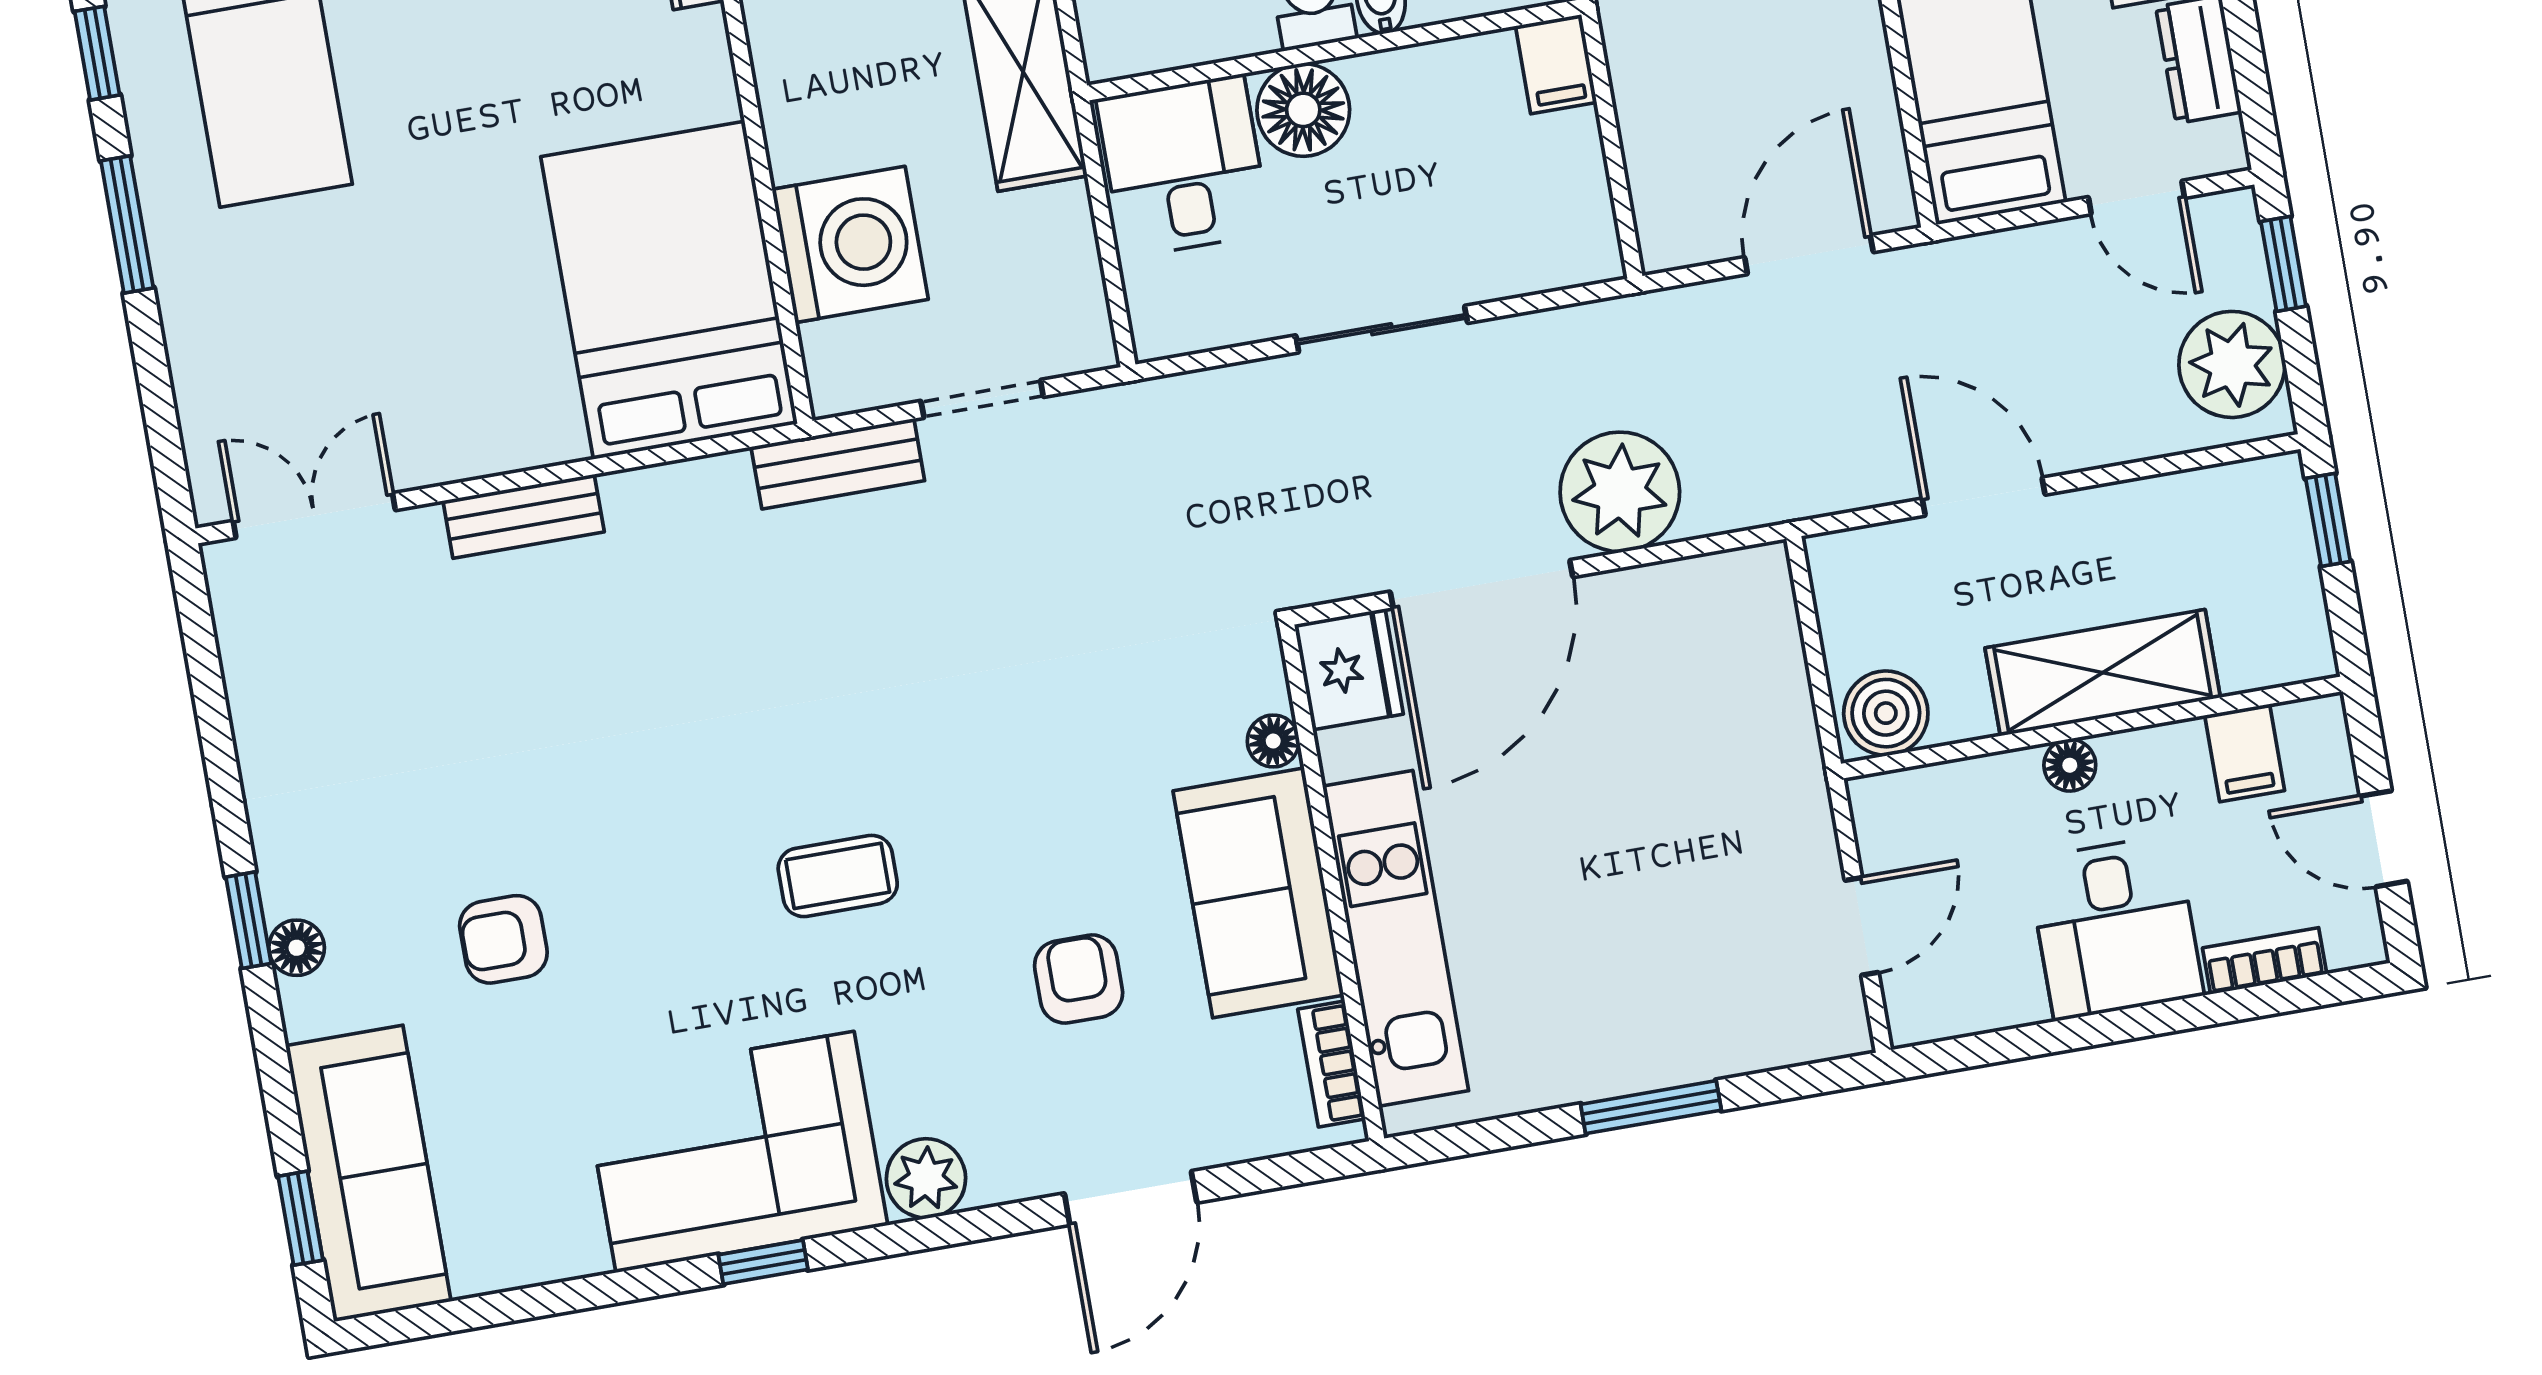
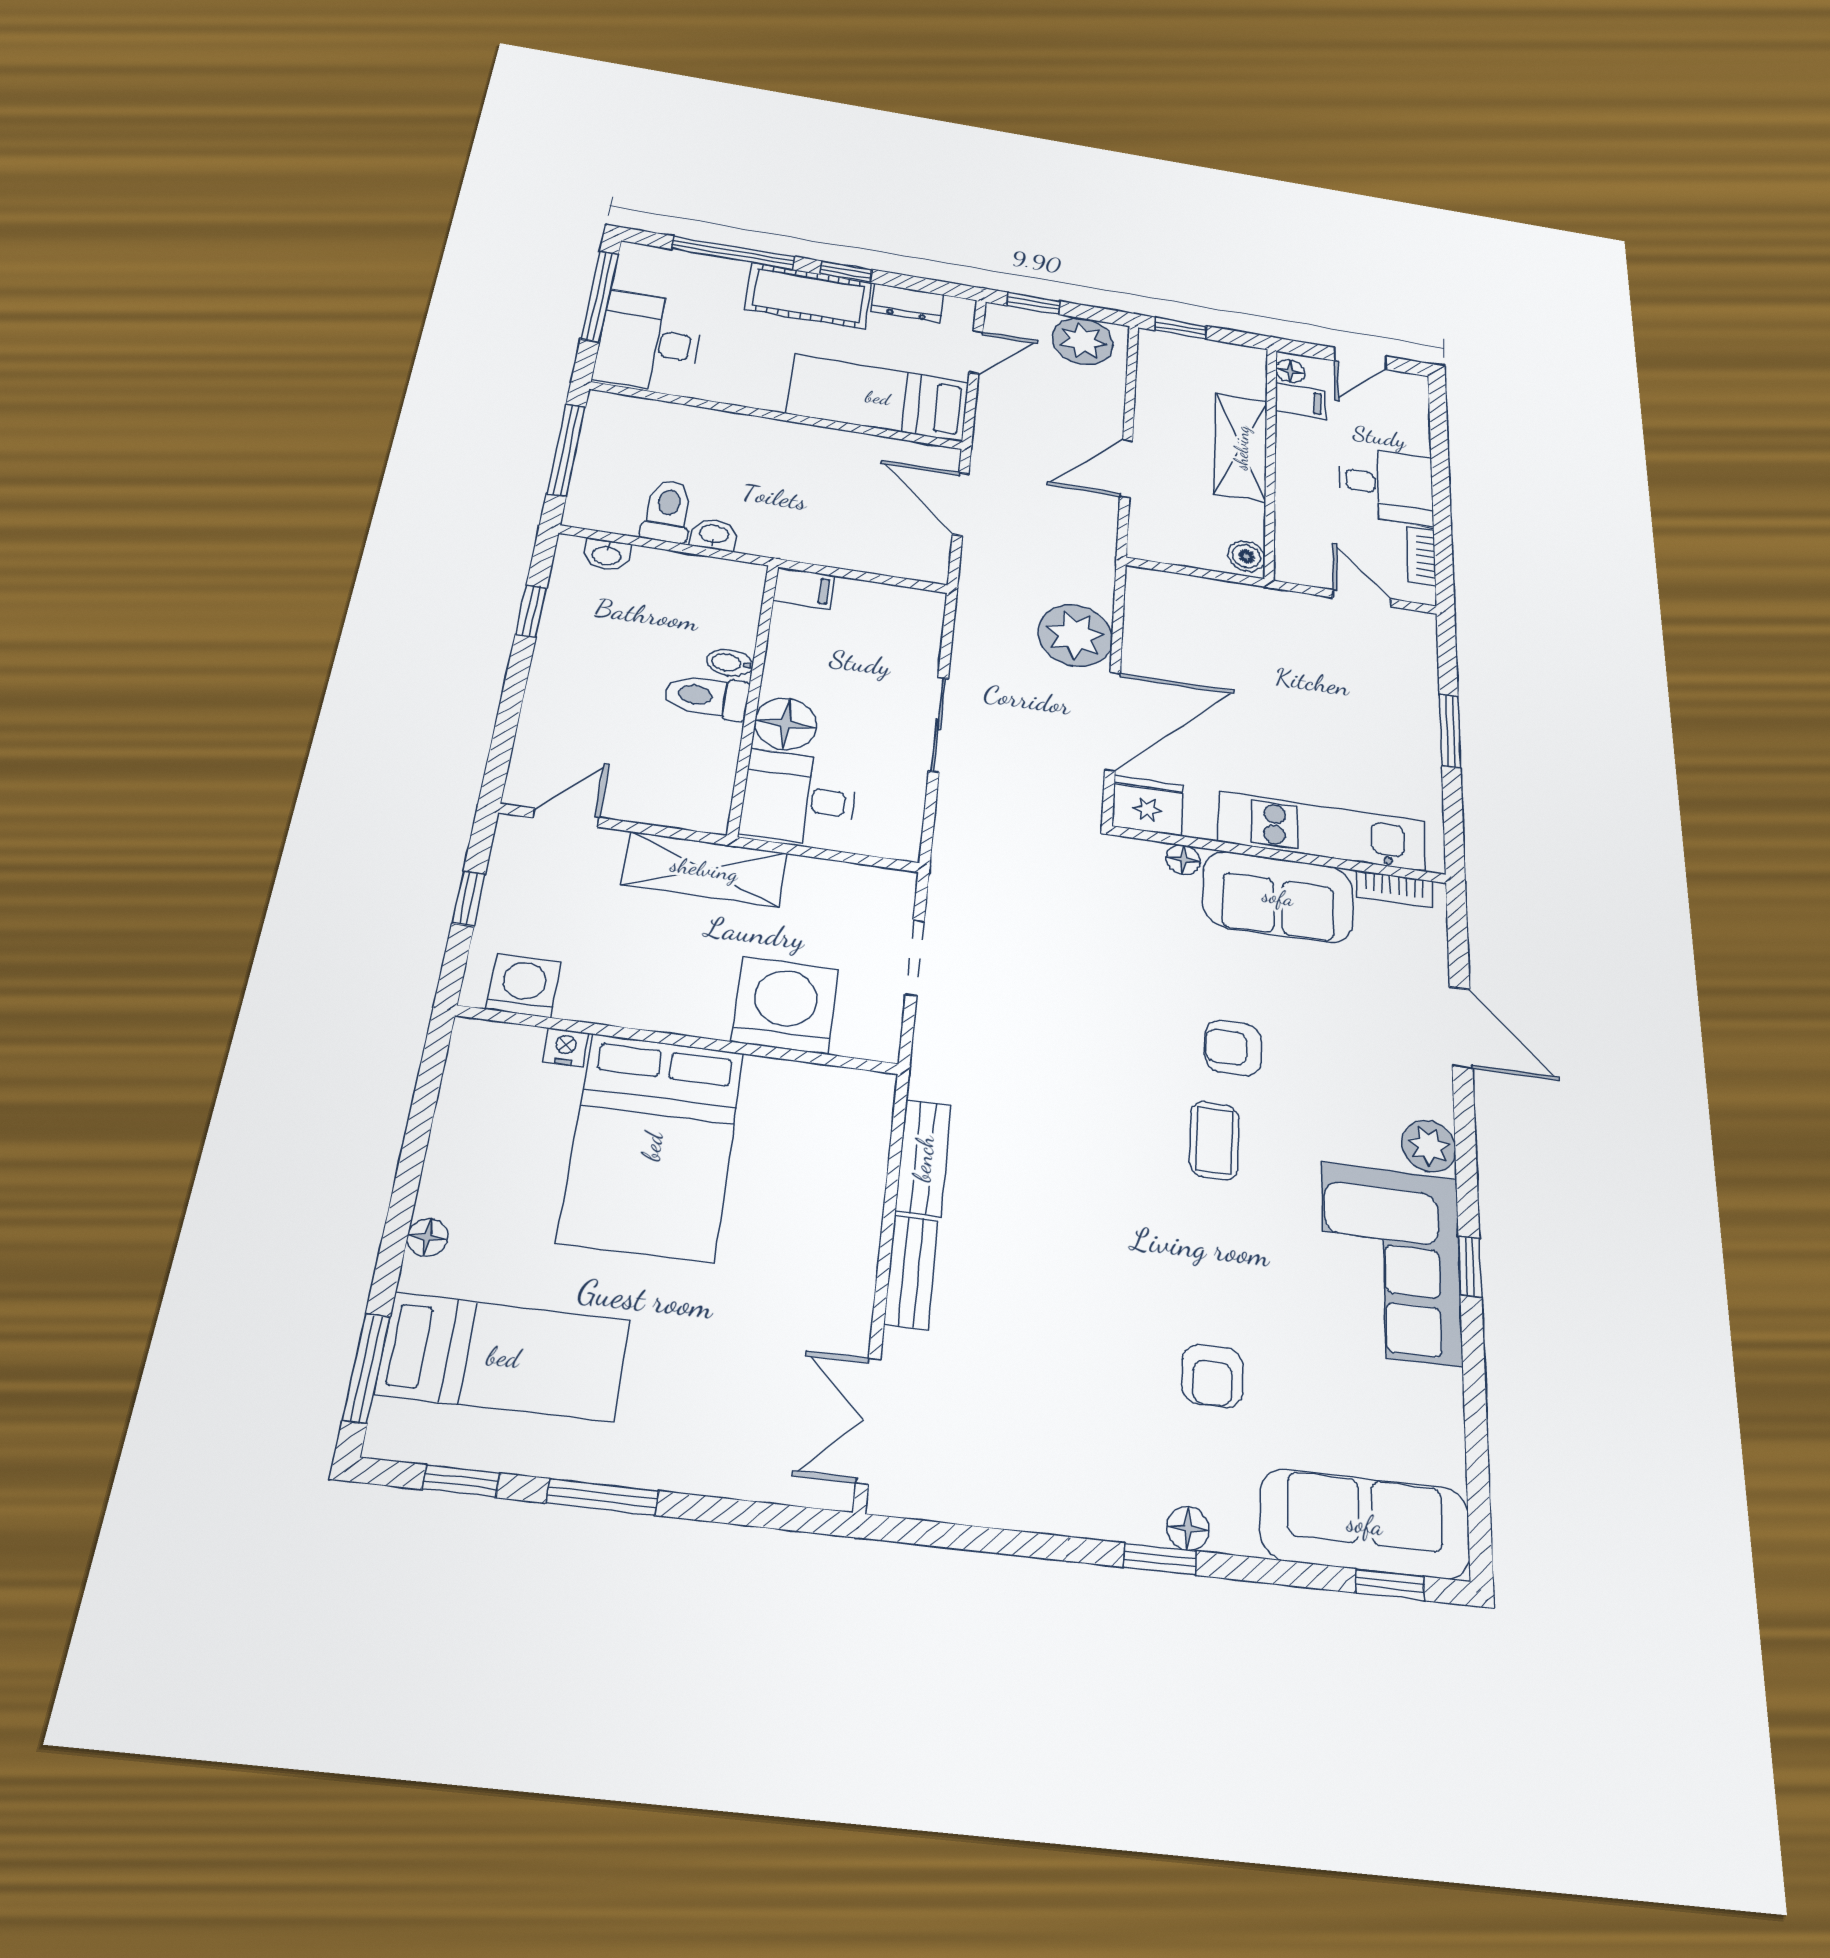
bed: (669, 290) -> (652, 1146), moved, turned -90
bench: (838, 464) -> (923, 1158), moved
door: (1481, 584) -> (1113, 721), hinge flipped
boiler: (1886, 713) -> (1247, 556), width x0.73, depth x0.73
floor lamp: (2070, 765) -> (1290, 371), moved
bookcase: (2265, 961) -> (1421, 556), moved
armchair: (1079, 979) -> (1233, 1048), moved

